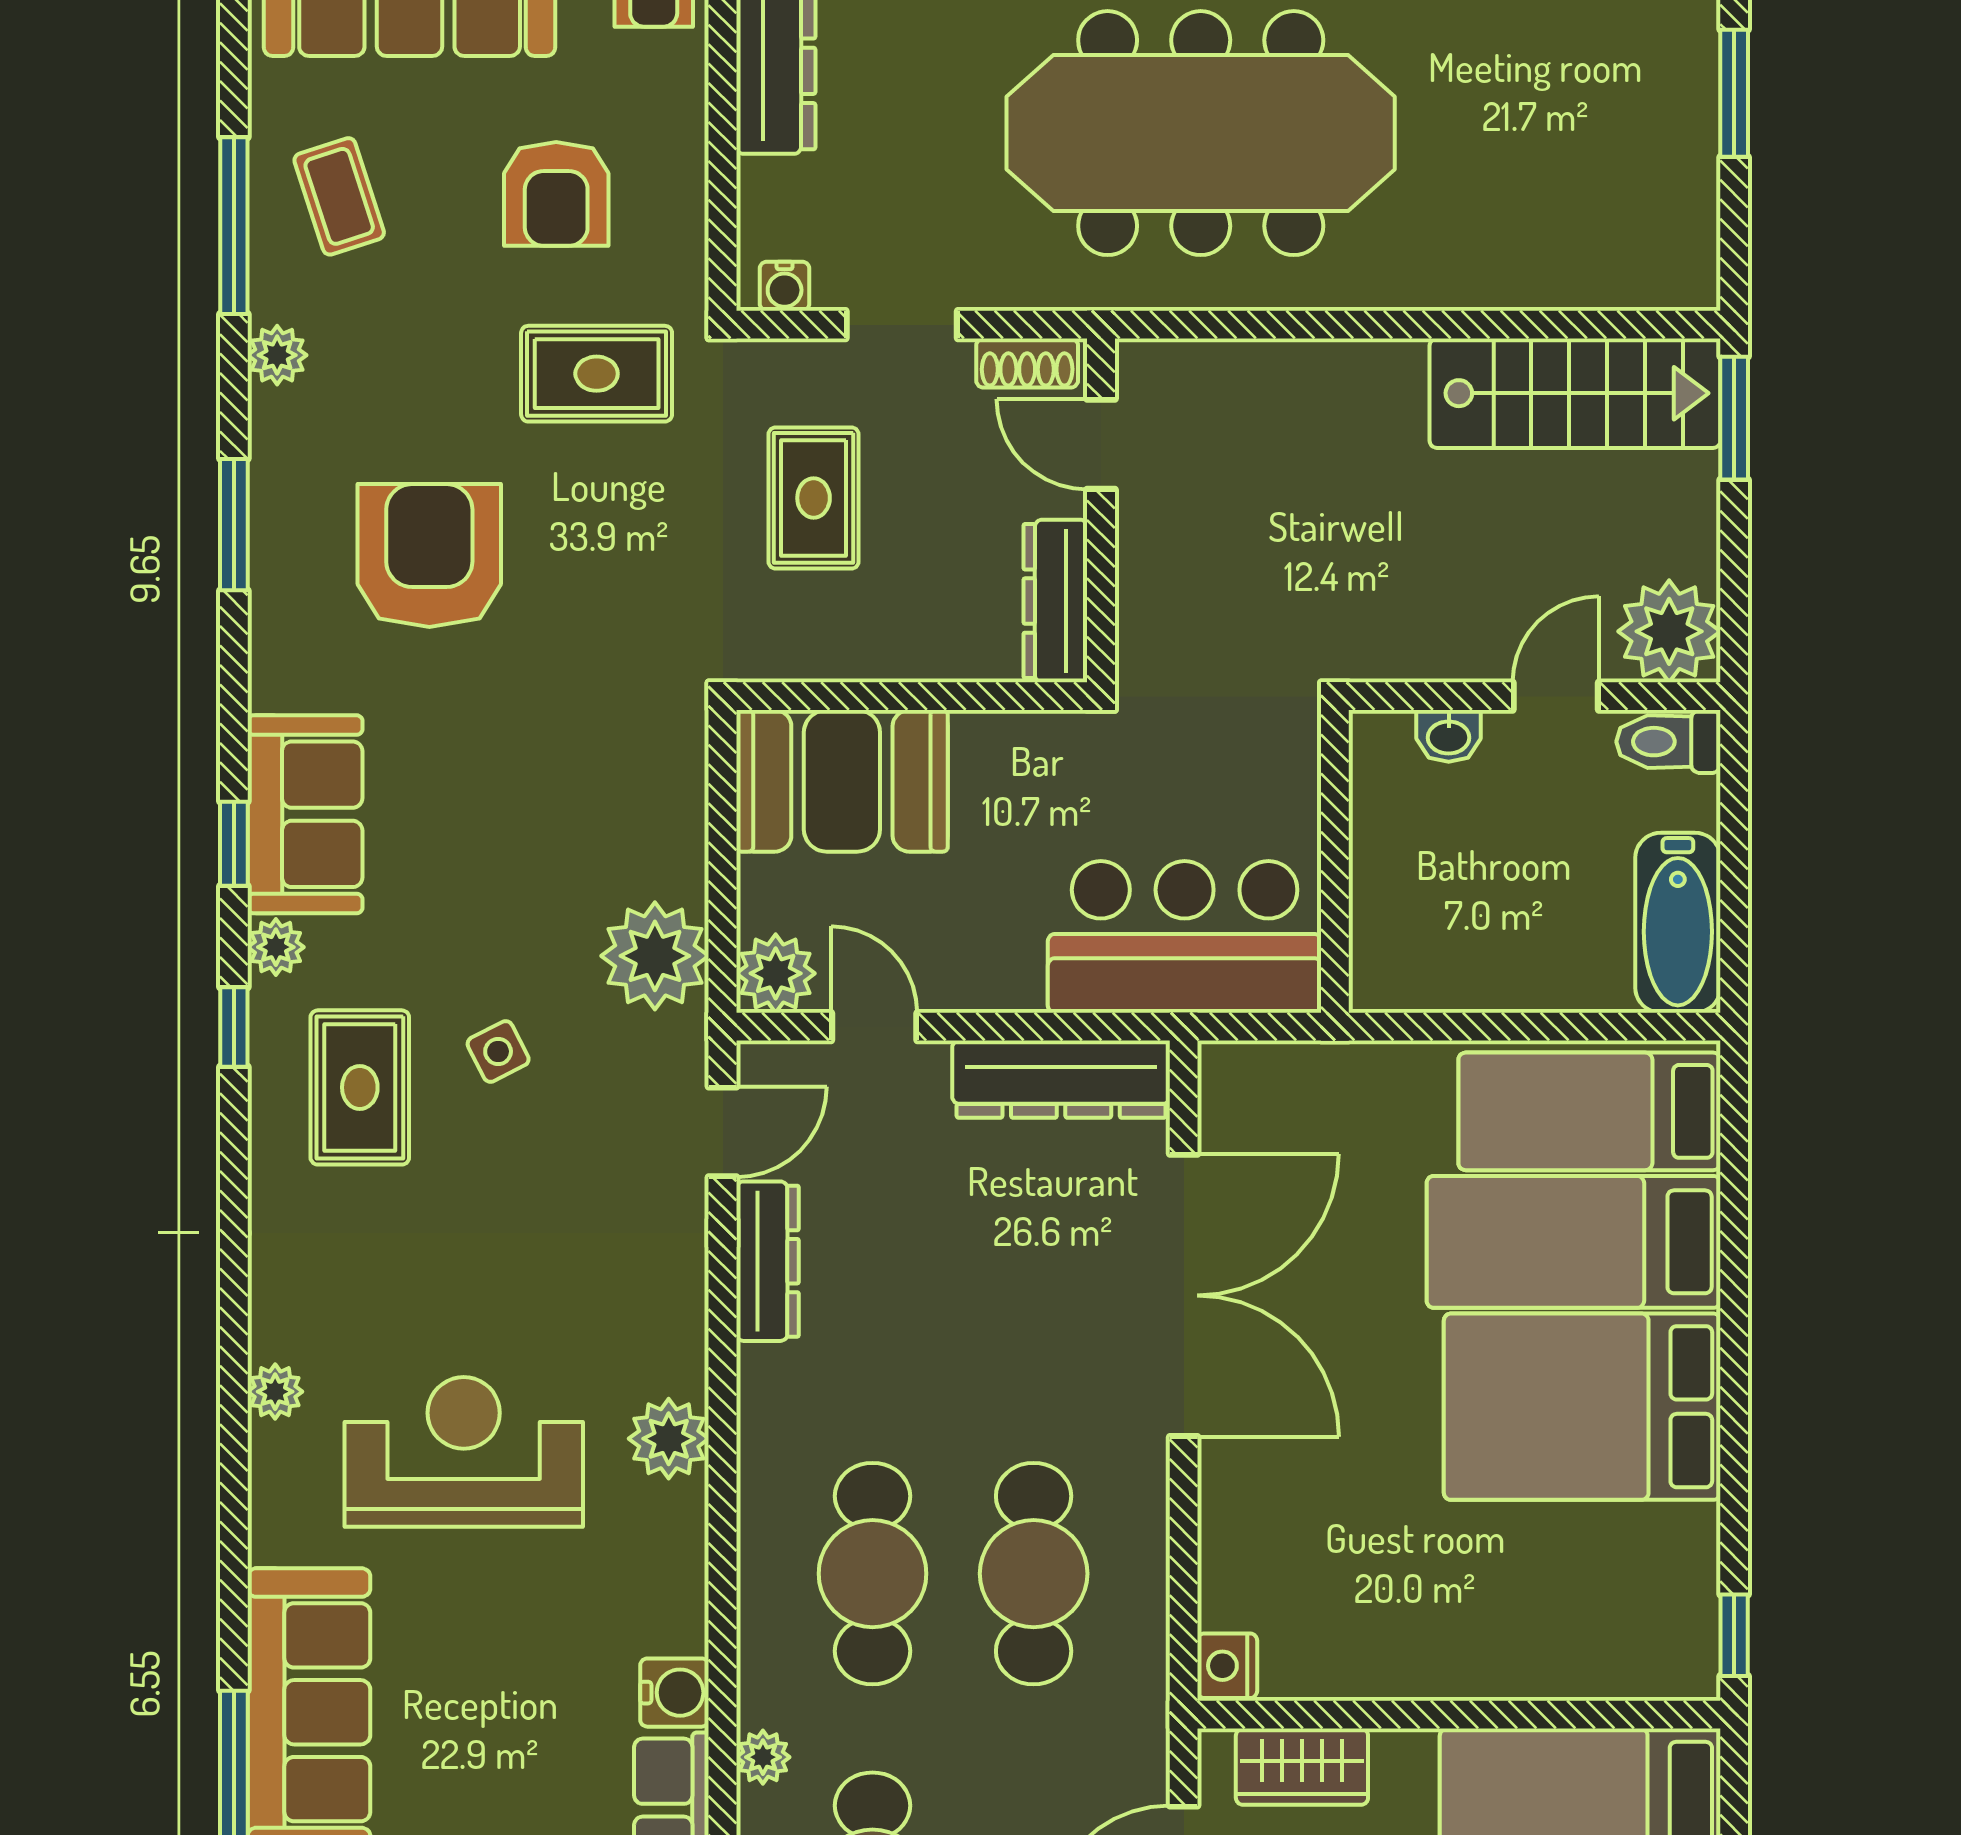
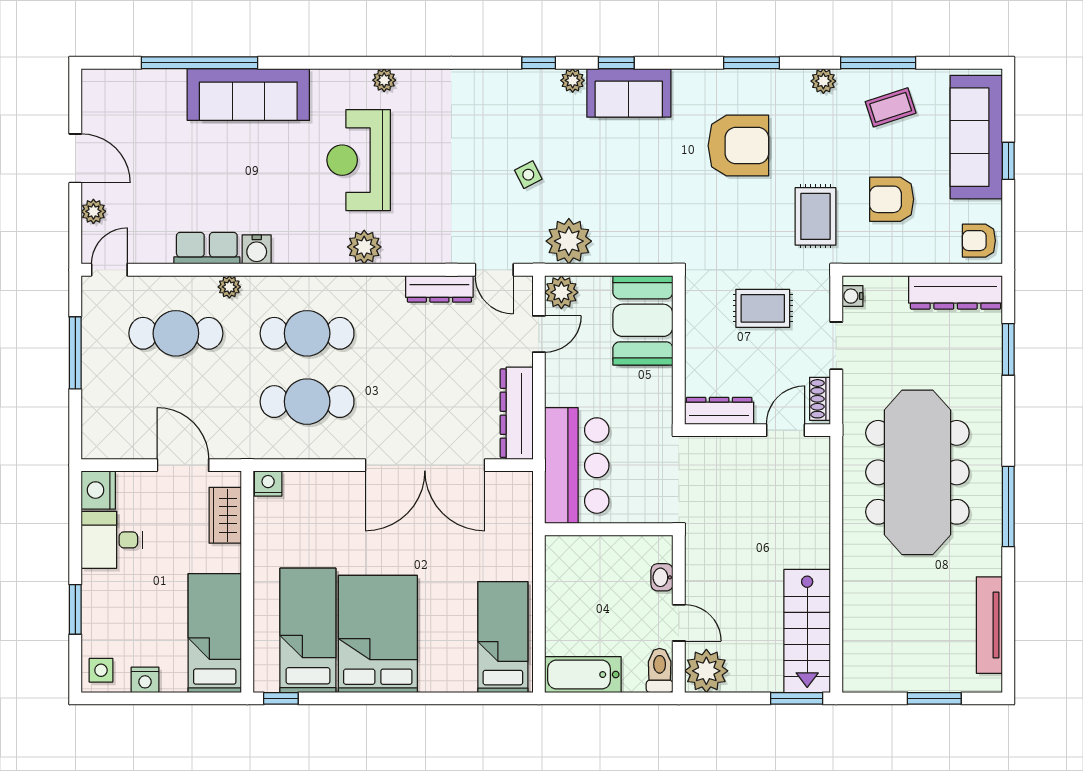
rug: (360, 1087) -> (513, 116), removed
bed: (1574, 1242) -> (308, 630), moved
reception desk: (464, 1452) -> (359, 160), turned 180

